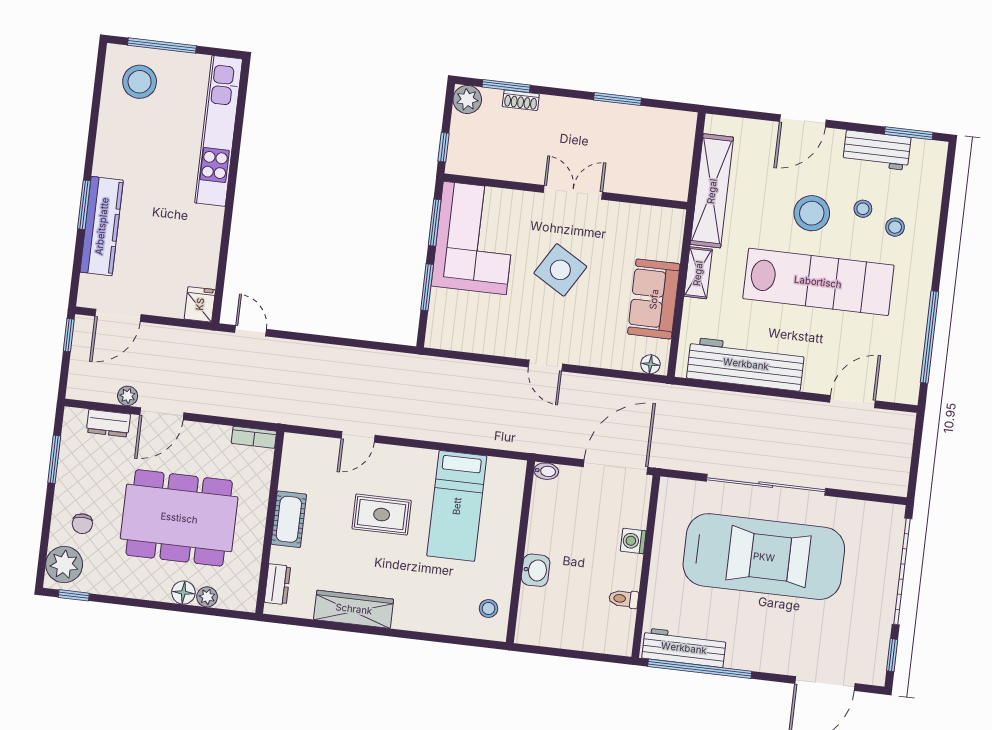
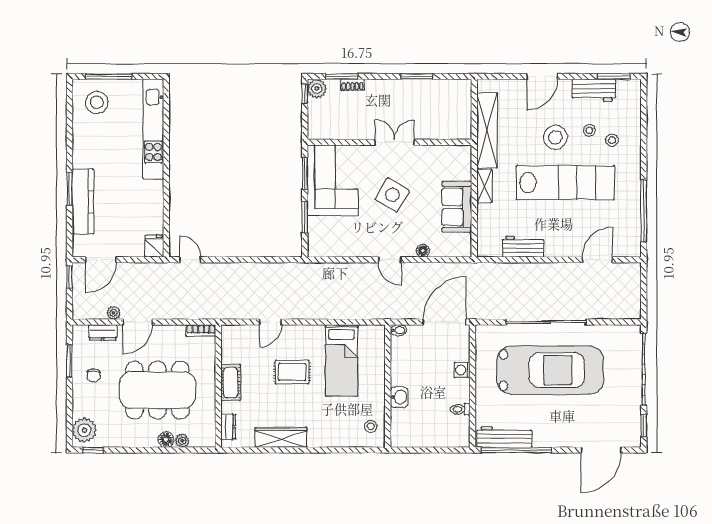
window: (444, 147) -> (305, 94), moved
floor lamp: (650, 364) -> (423, 251), moved
workbench: (746, 364) -> (523, 247), width x0.53, depth x0.76
chair: (82, 524) -> (94, 375), moved

